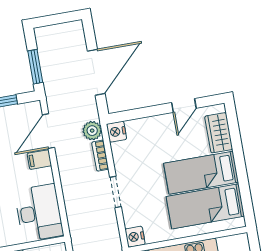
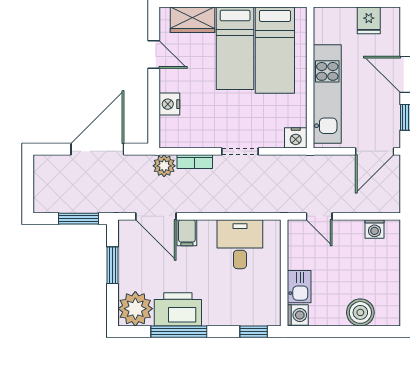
door: (96, 72) -> (97, 149), hinge flipped
nightstand: (116, 132) -> (169, 104), moved, turned 90
desk: (39, 213) -> (240, 244), width x0.73

